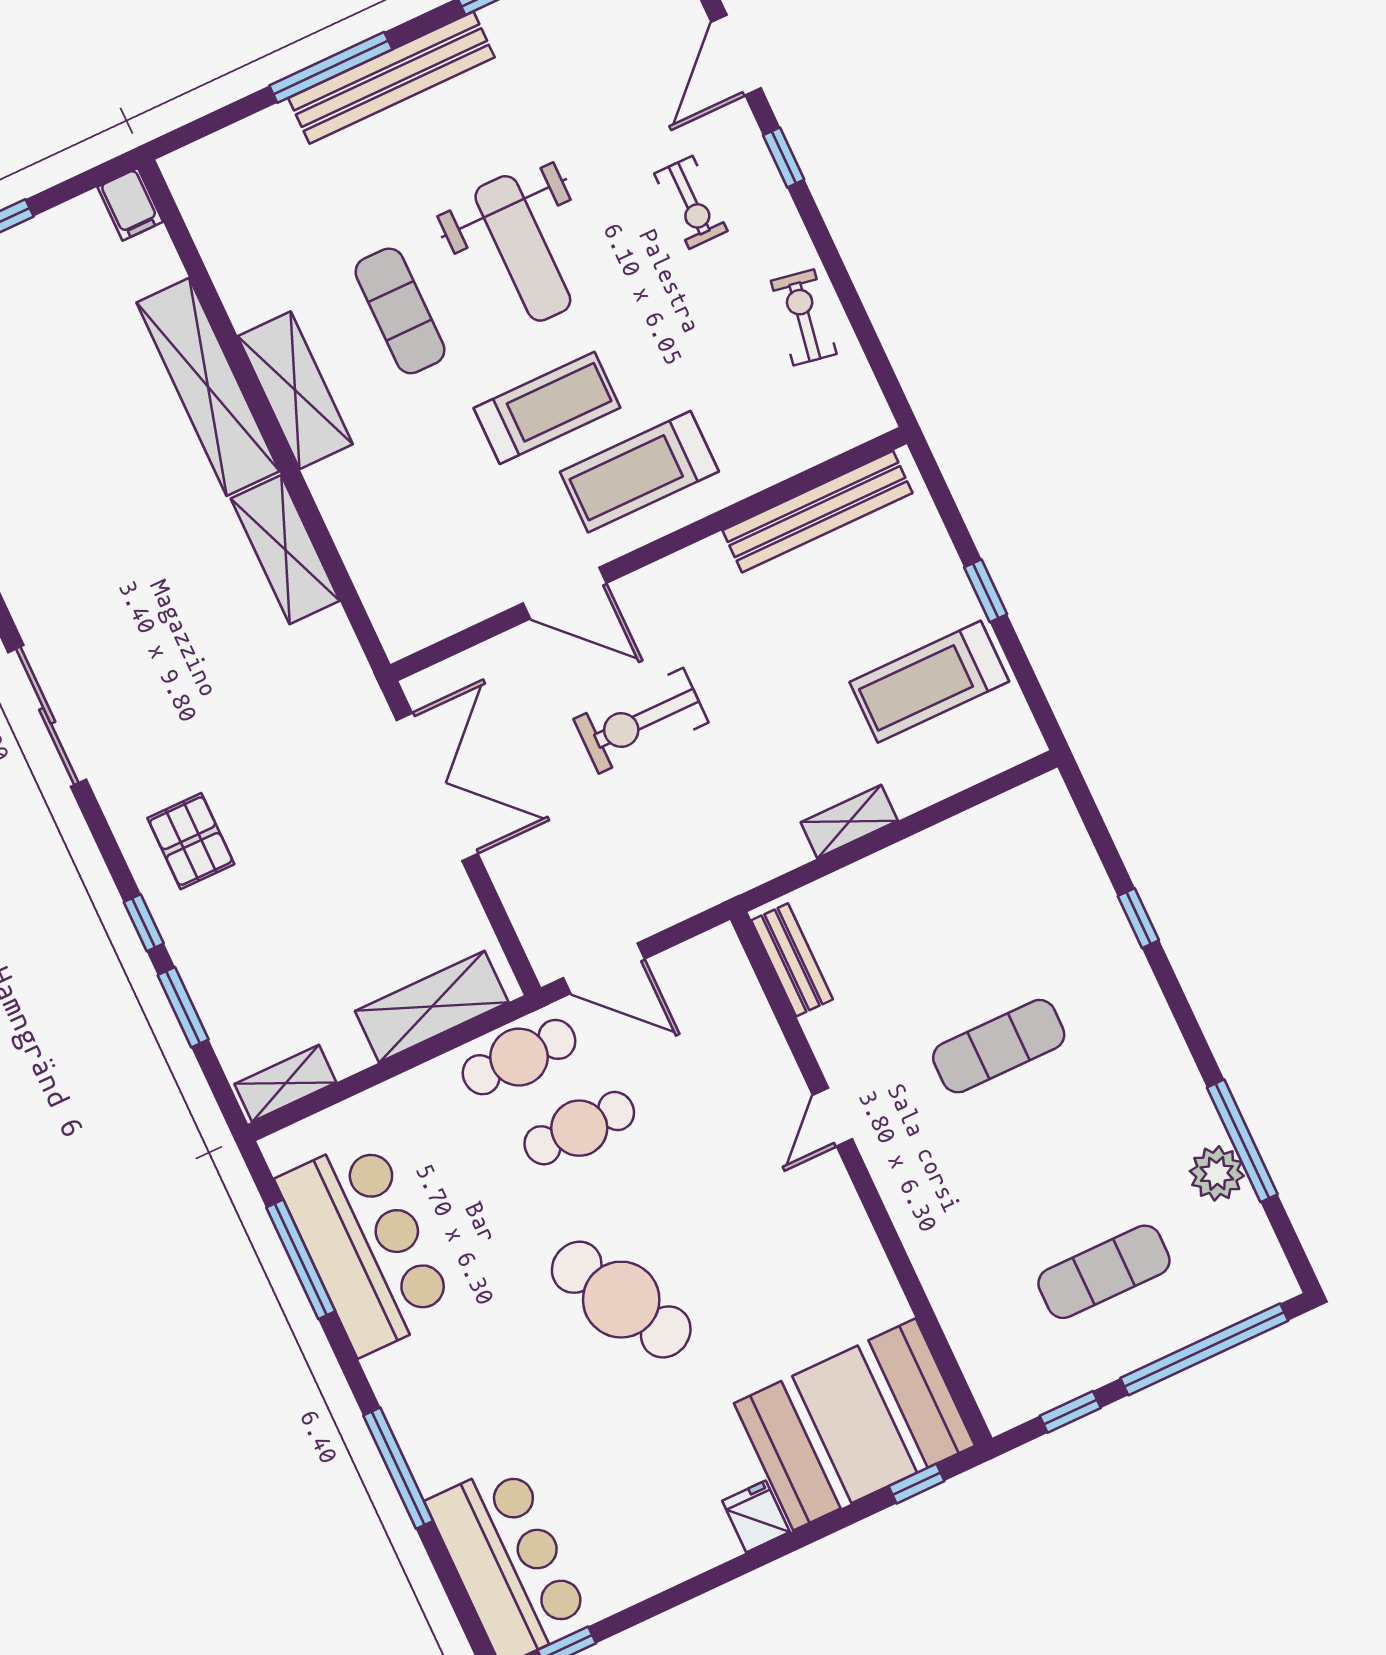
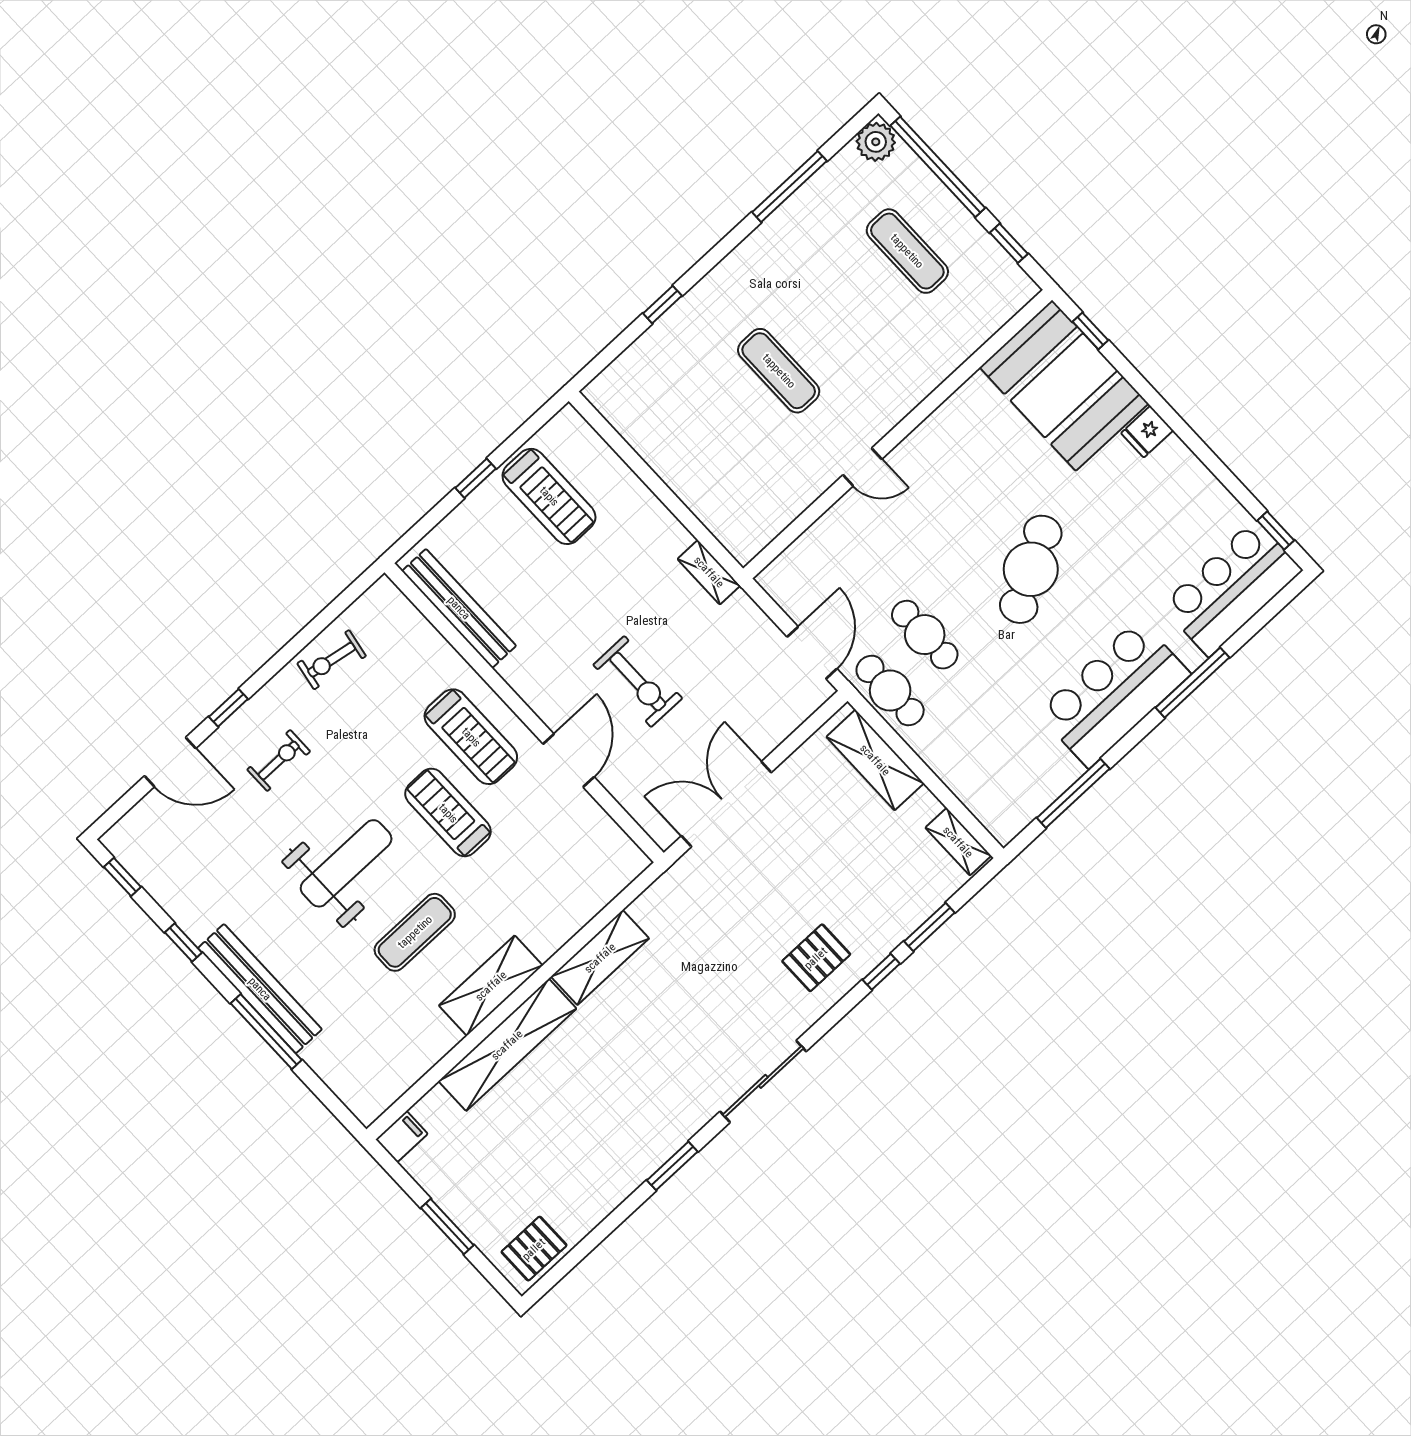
shelving: (849, 821) -> (709, 572), moved
bench: (792, 960) -> (766, 528), removed
plant: (1217, 1173) -> (876, 142), moved
bar counter: (366, 1246) -> (1114, 693), moved

